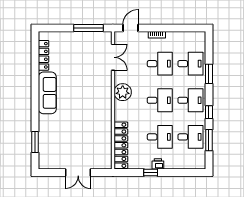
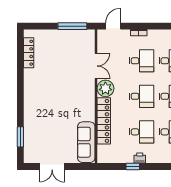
double door: (113, 57) -> (96, 66), moved
sofa: (47, 93) -> (86, 142), moved, turned 180
locker: (121, 145) -> (104, 121), moved
double door: (78, 173) -> (52, 167), moved

